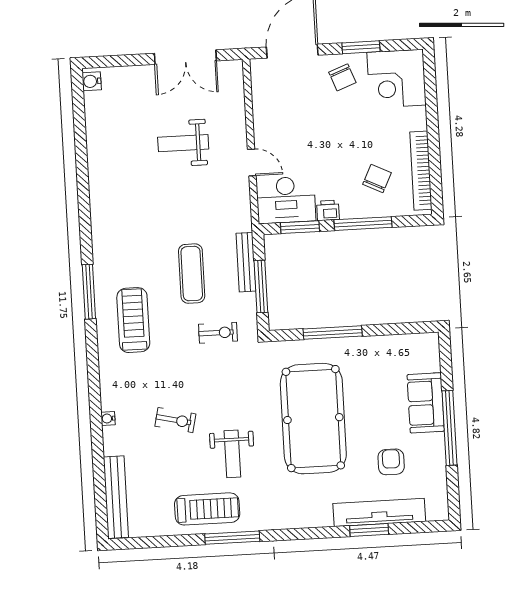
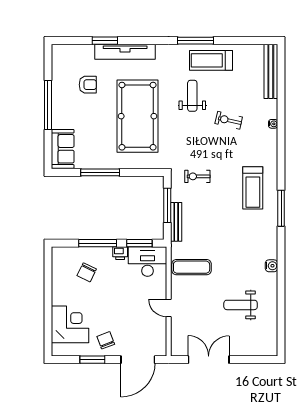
corner desk: (397, 79) -> (70, 324), moved
water cooler: (92, 81) -> (271, 266), moved
weight bench: (183, 143) -> (241, 305), moved, turned 180
door: (252, 162) -> (169, 308), moved
bookcase: (421, 171) -> (57, 276), removed
exercise mat: (192, 274) -> (192, 267), moved, turned 90
window: (333, 332) -> (100, 172), moved
sofa: (426, 403) -> (63, 149), moved
armchair: (391, 462) -> (88, 85), turned -90
tv unit: (379, 512) -> (125, 52), moved

